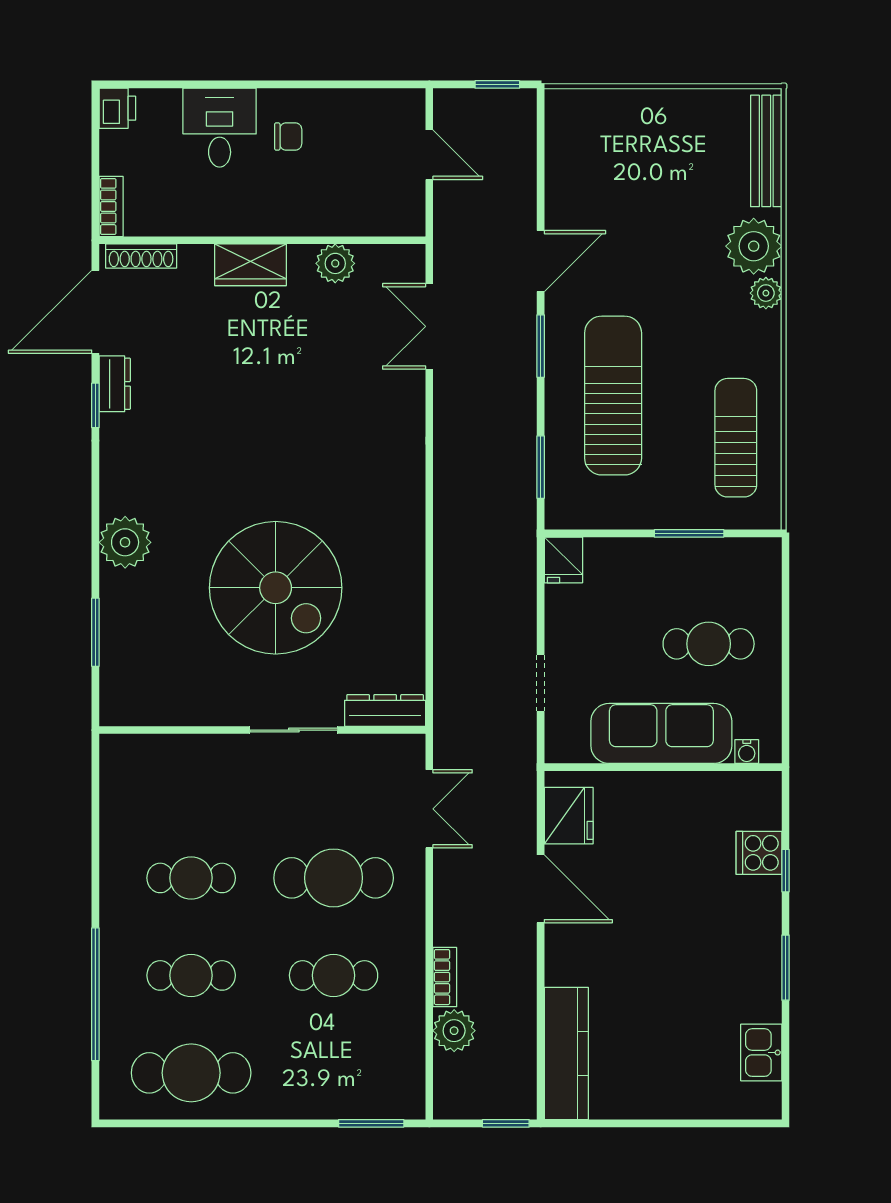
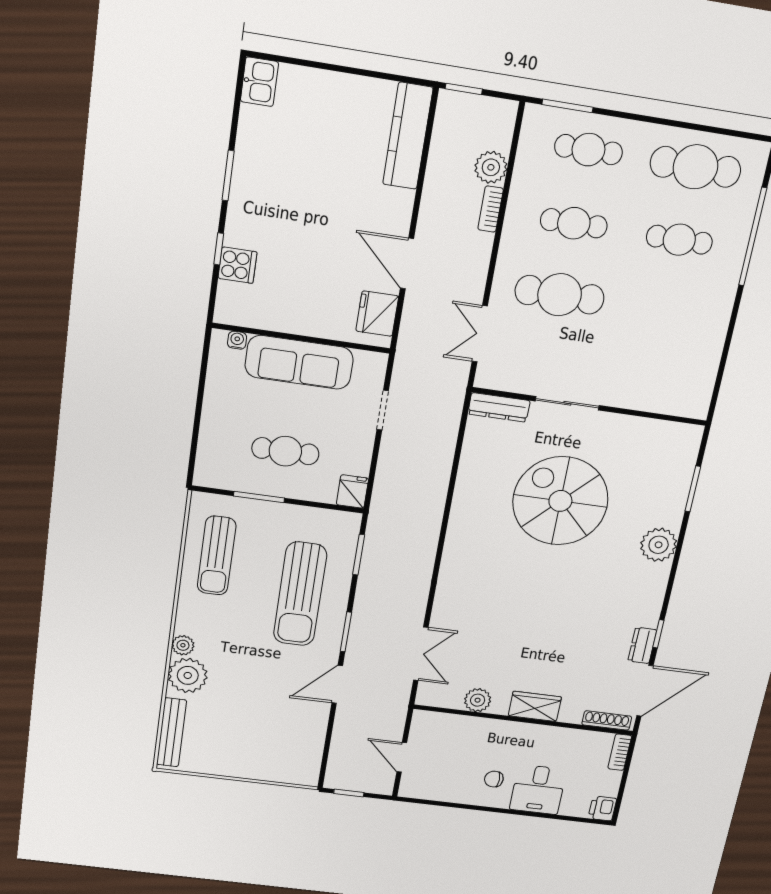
cafe table: (709, 644) -> (285, 451), moved
cafe table: (191, 878) -> (588, 150), moved
kitchen sink: (761, 1053) -> (259, 82), moved

